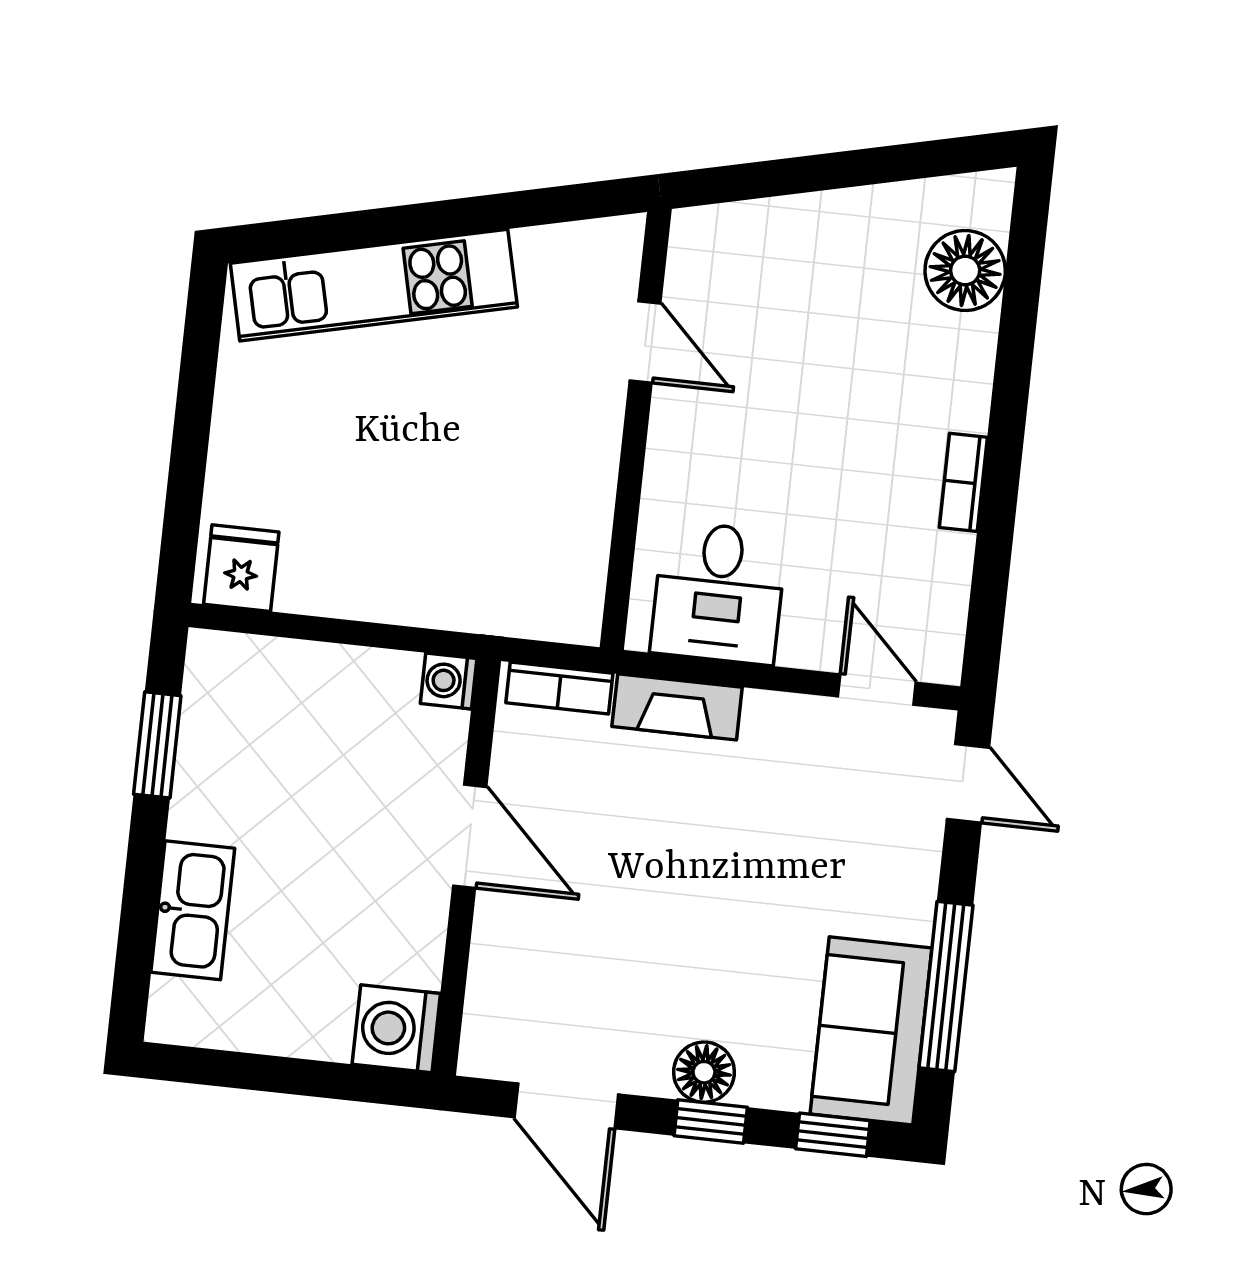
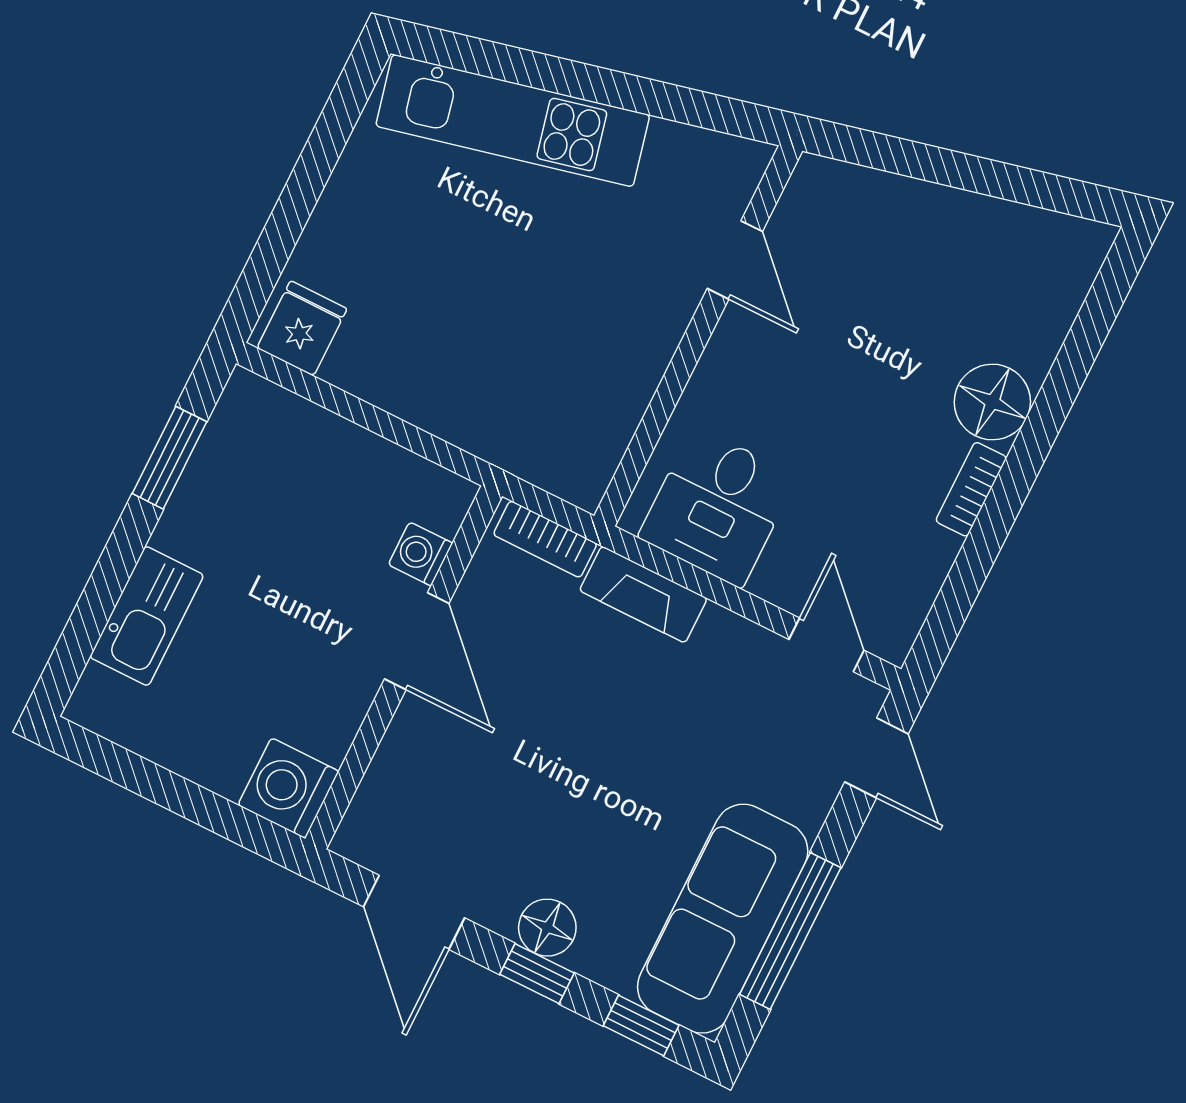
floor lamp: (965, 270) -> (992, 402), moved
washing machine: (449, 681) -> (420, 554), moved
sofa: (871, 1031) -> (723, 919), width x1.36

